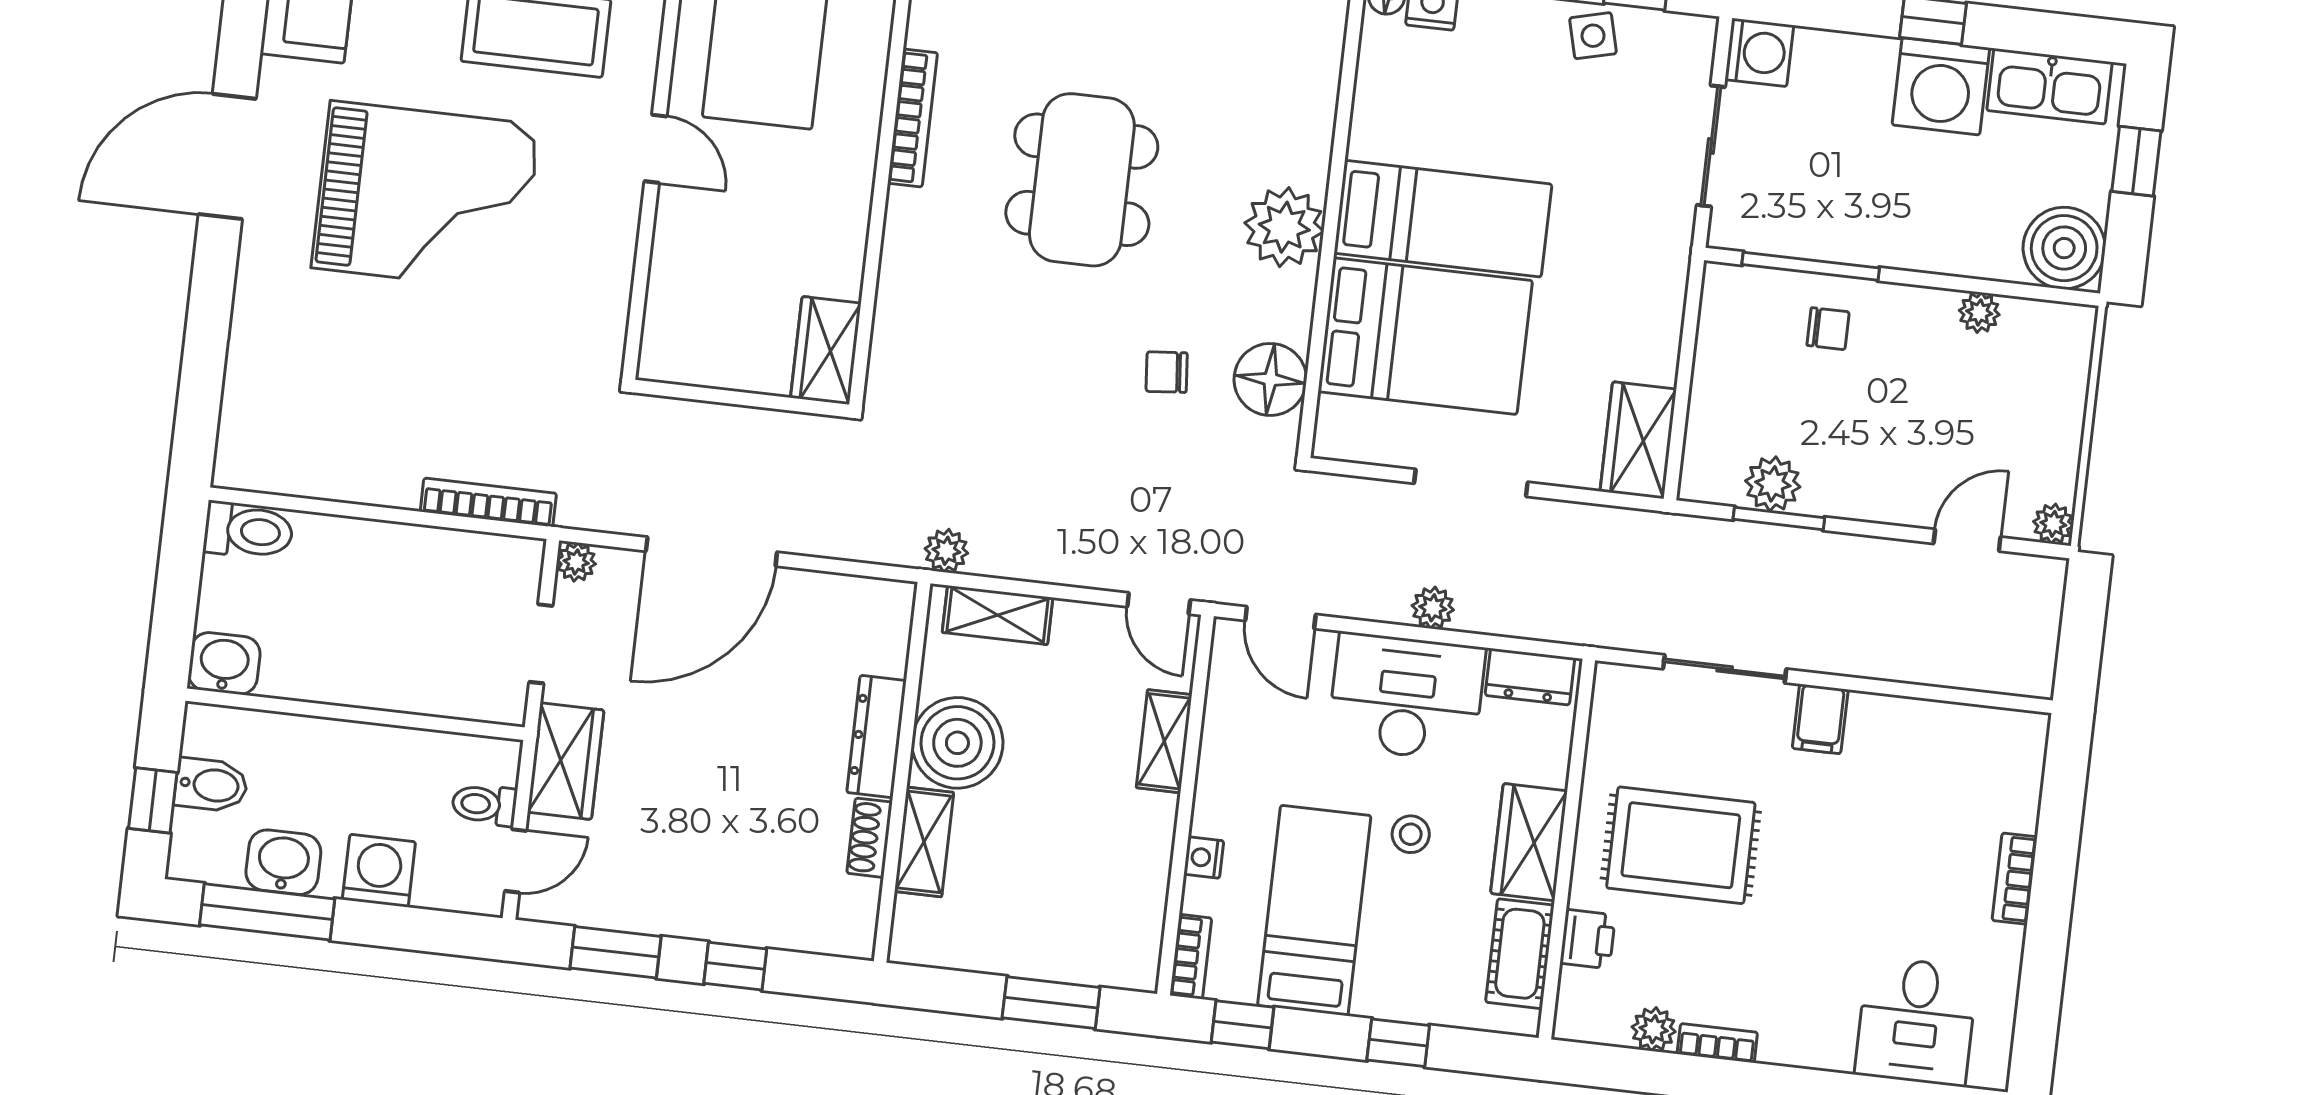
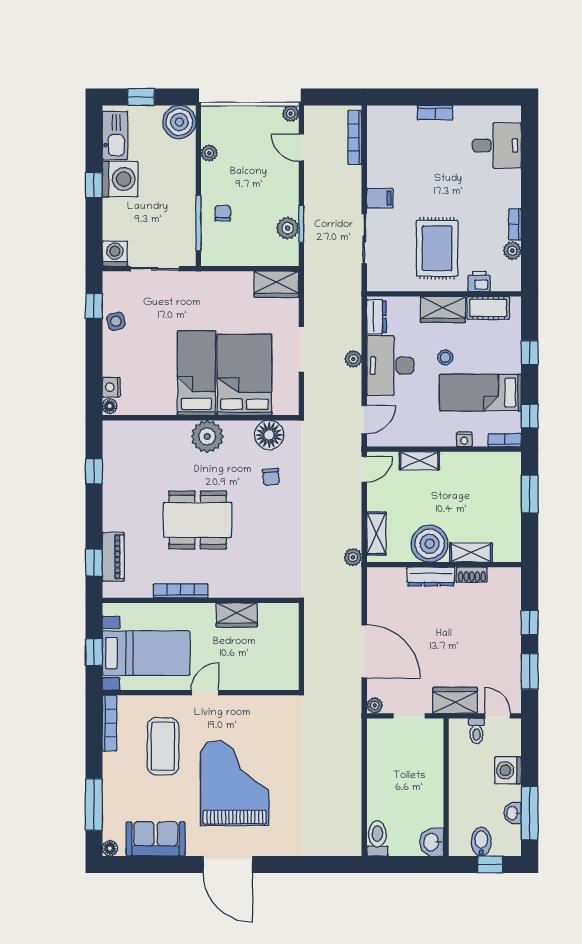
wardrobe: (826, 350) -> (237, 615), moved
bookcase: (488, 502) -> (355, 138), moved
washbasin: (283, 862) -> (513, 813), width x0.72, depth x0.69

